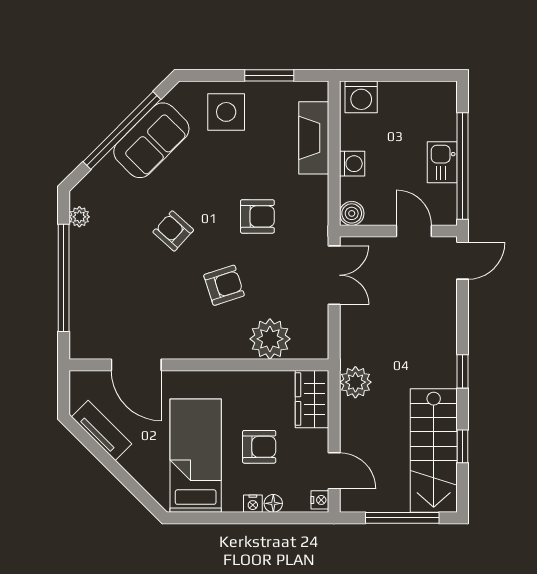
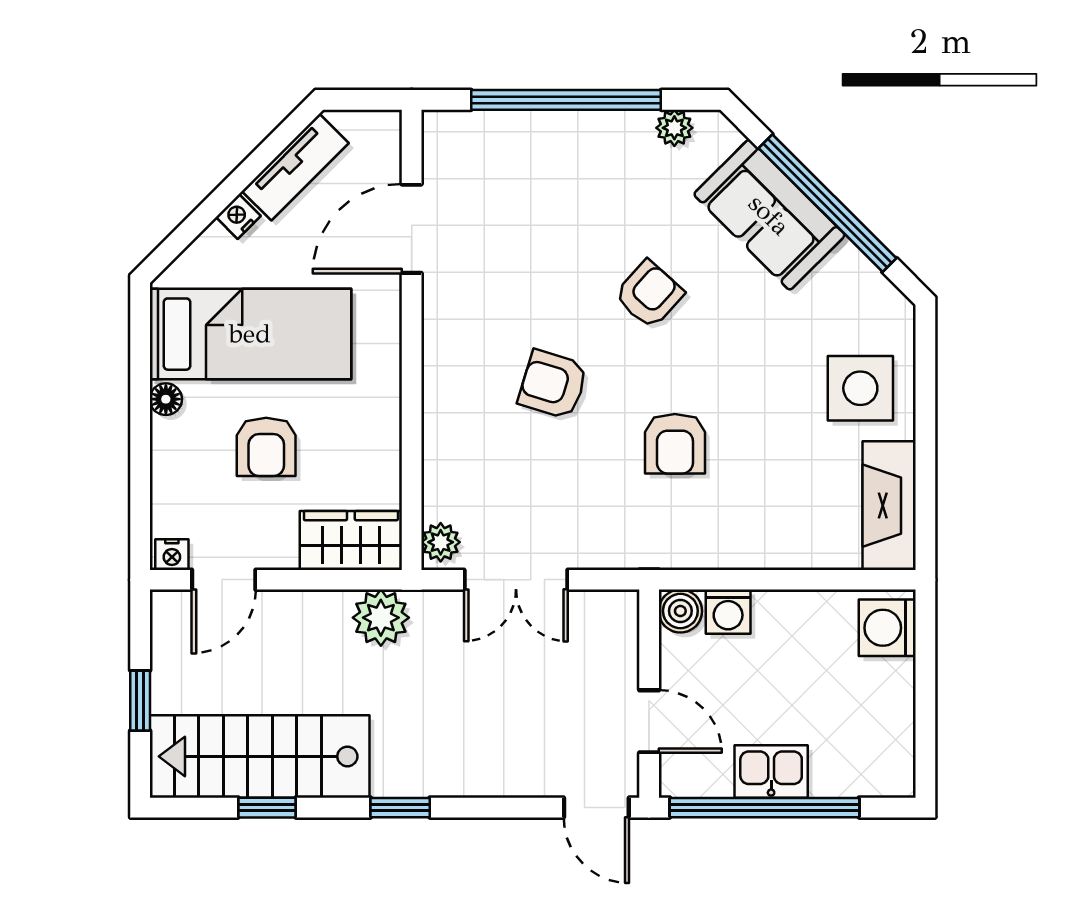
window: (269, 75) -> (925, 465), removed
fireplace: (314, 138) -> (889, 506), moved, turned -90
sofa: (151, 140) -> (769, 215), moved
washing machine: (352, 164) -> (728, 612), moved
door: (414, 231) -> (649, 721), hinge flipped
double door: (334, 275) -> (516, 580), moved
armchair: (224, 285) -> (553, 384), turned 125
plant: (270, 339) -> (441, 542), moved, width x0.53, depth x0.53
floor lamp: (273, 503) -> (166, 399), moved
nightstand: (253, 504) -> (238, 216), moved, turned 45
window: (402, 518) -> (140, 701), width x0.46

